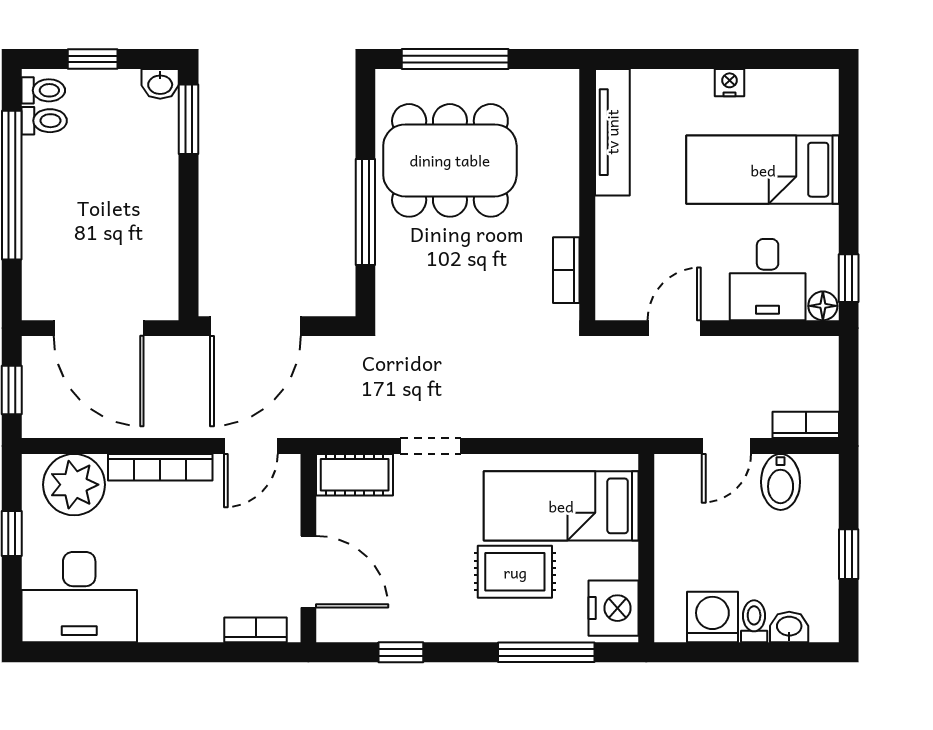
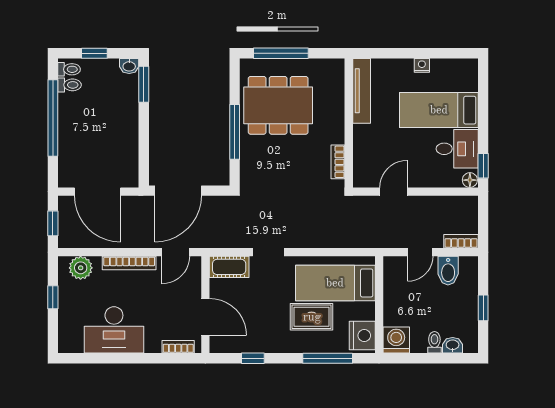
desk: (768, 280) -> (457, 149), moved, turned -90
plant: (74, 485) -> (81, 268), width x0.73, depth x0.73
desk: (79, 597) -> (114, 330), moved
washing machine: (712, 617) -> (396, 340), moved

